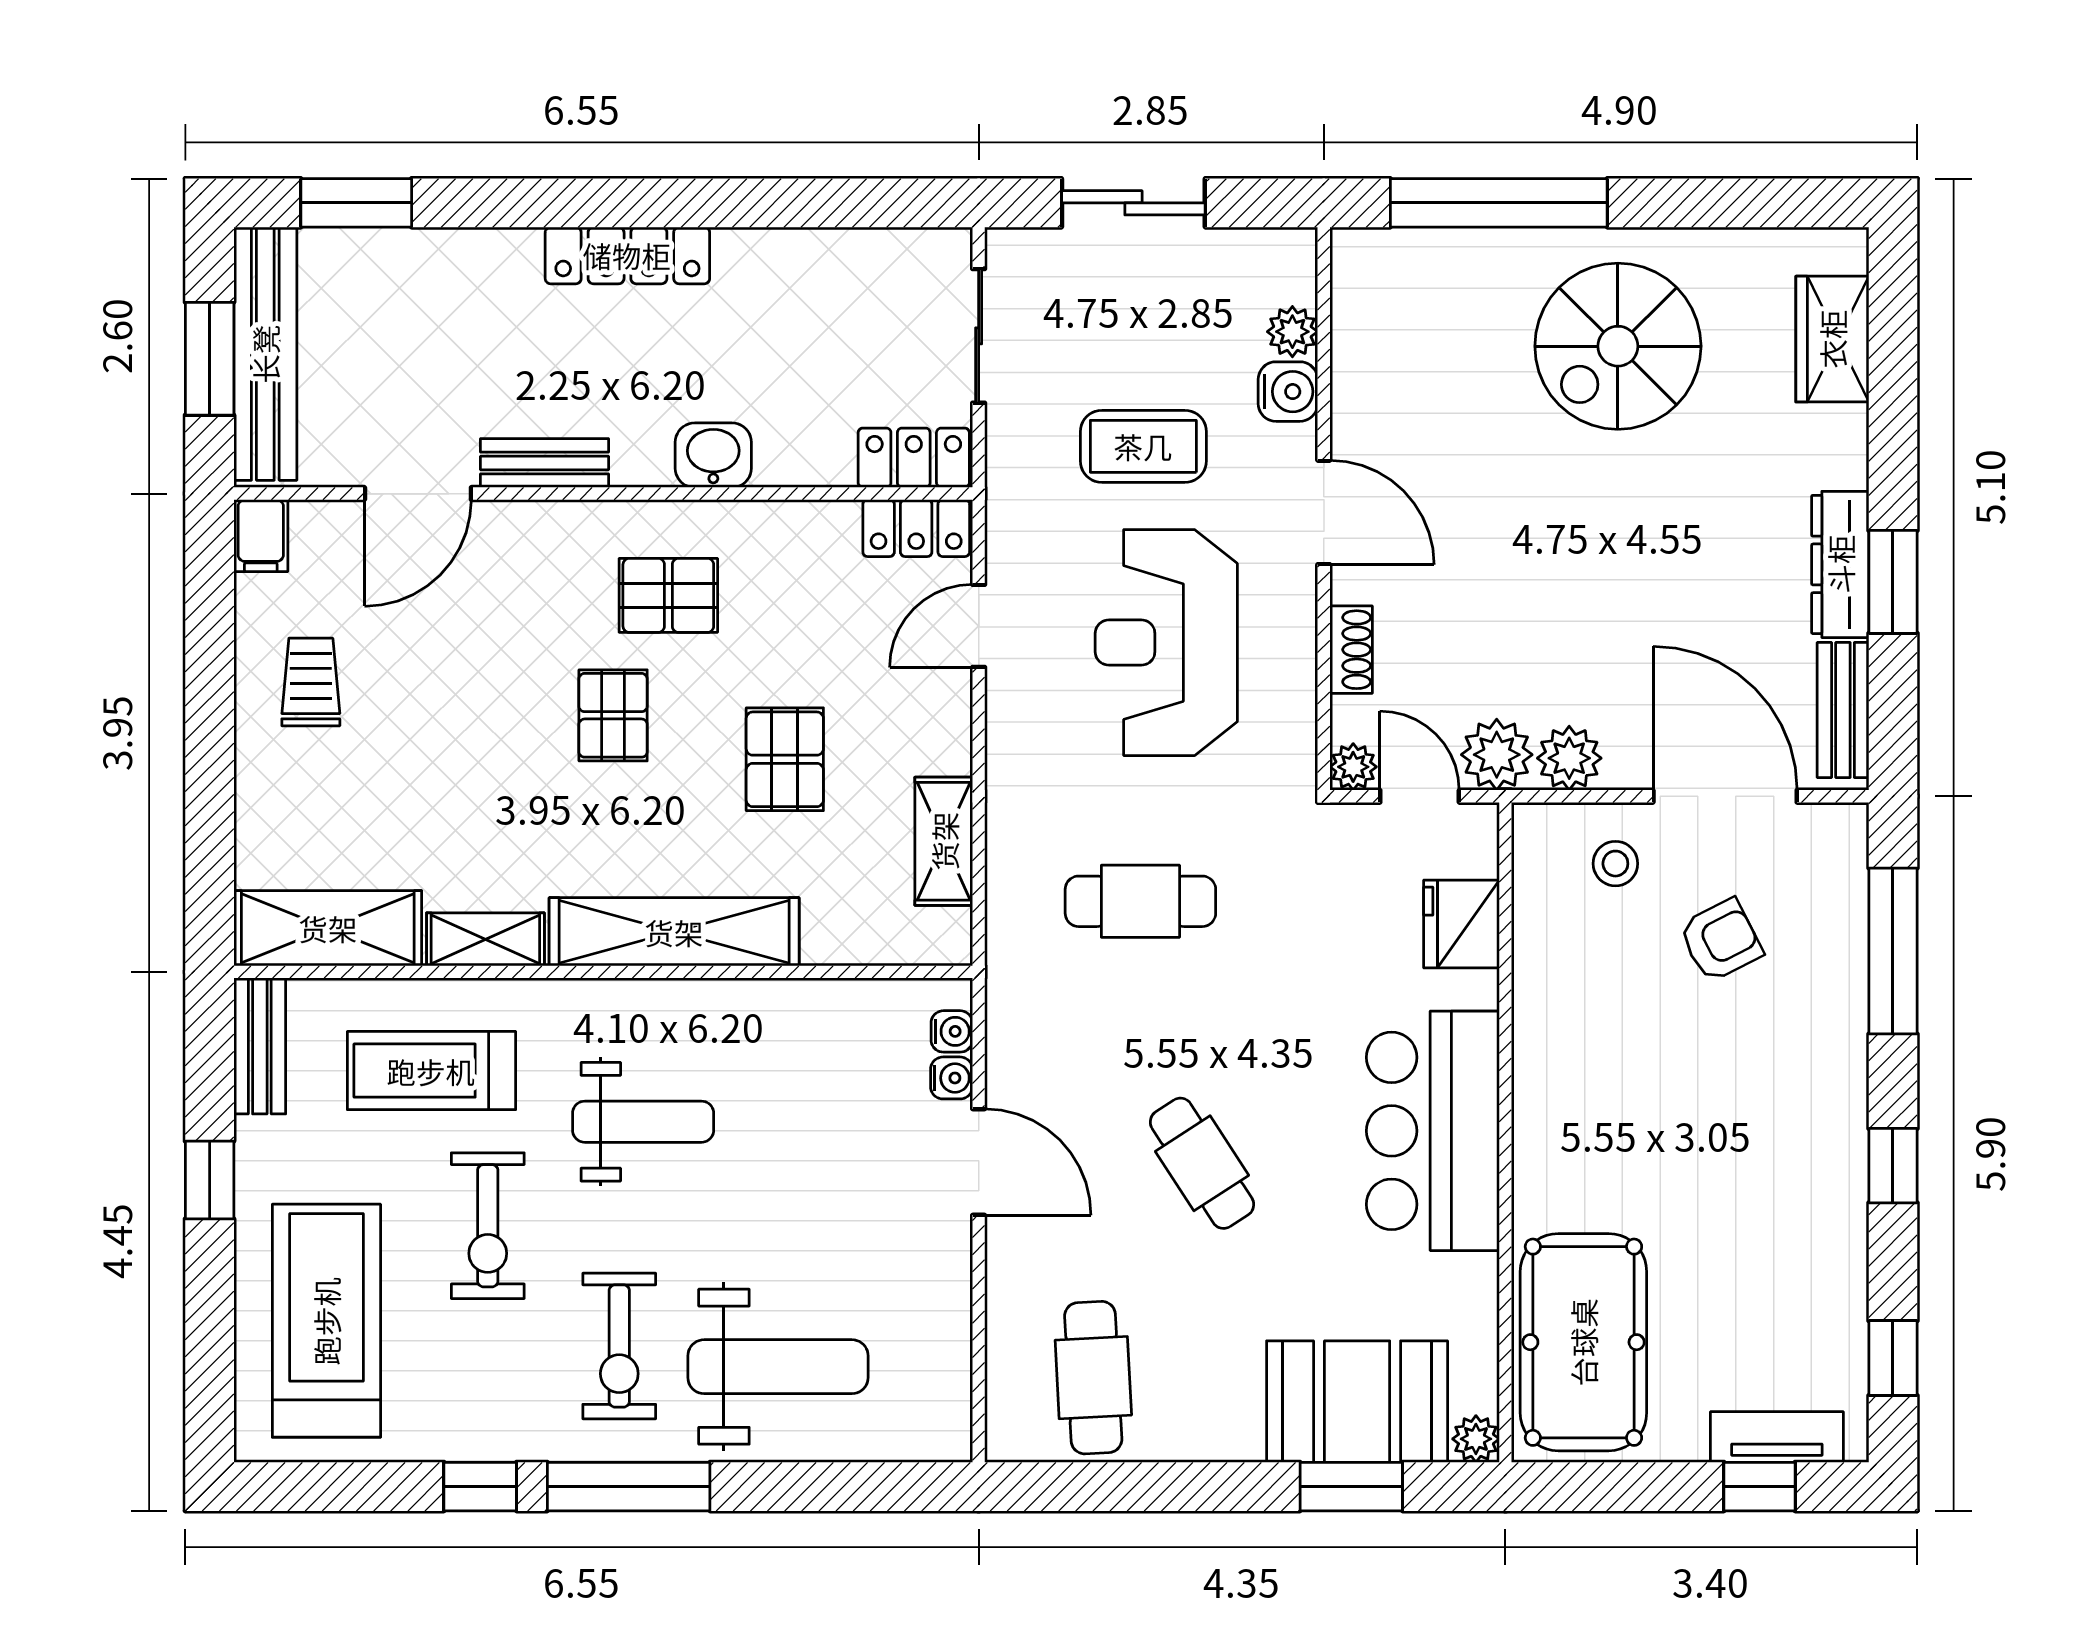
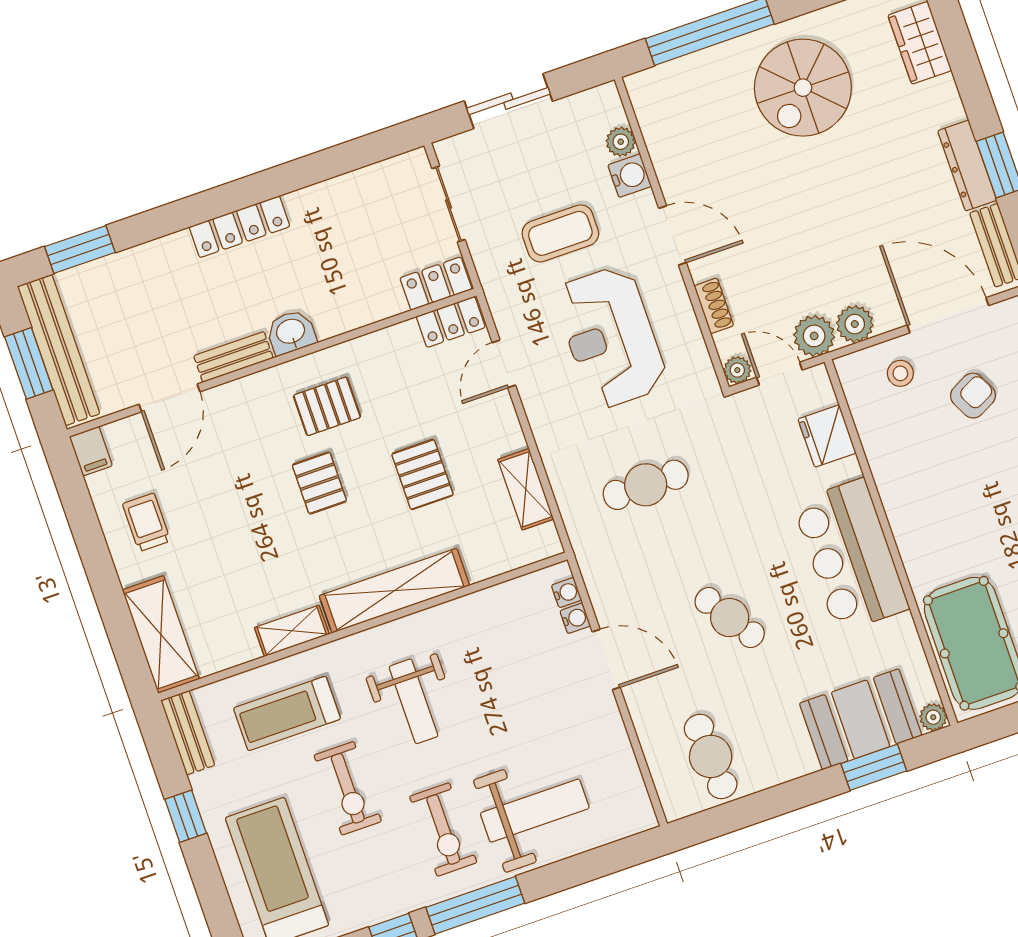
washbasin: (713, 455) -> (291, 332), moved
shelving: (328, 928) -> (161, 635), moved, turned 90
weight bench: (643, 1122) -> (414, 701), turned 90

